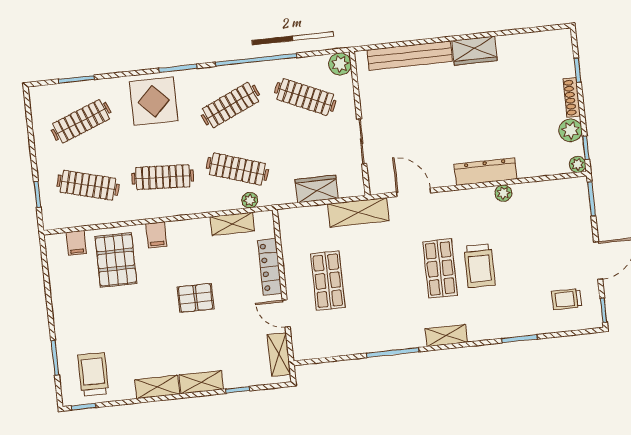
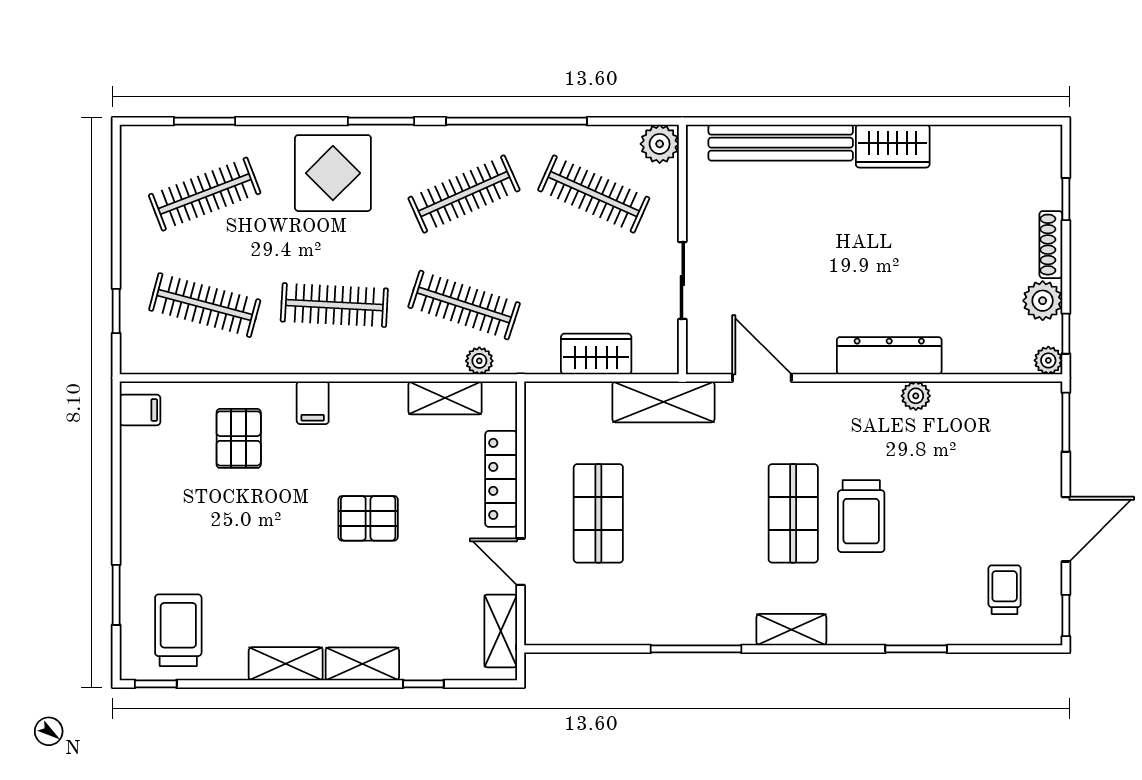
filing cabinet: (76, 243) -> (140, 410), moved, turned -90
pallet: (116, 260) -> (239, 438), width x0.67, depth x0.71
trolley: (567, 299) -> (1005, 590), turned 90

